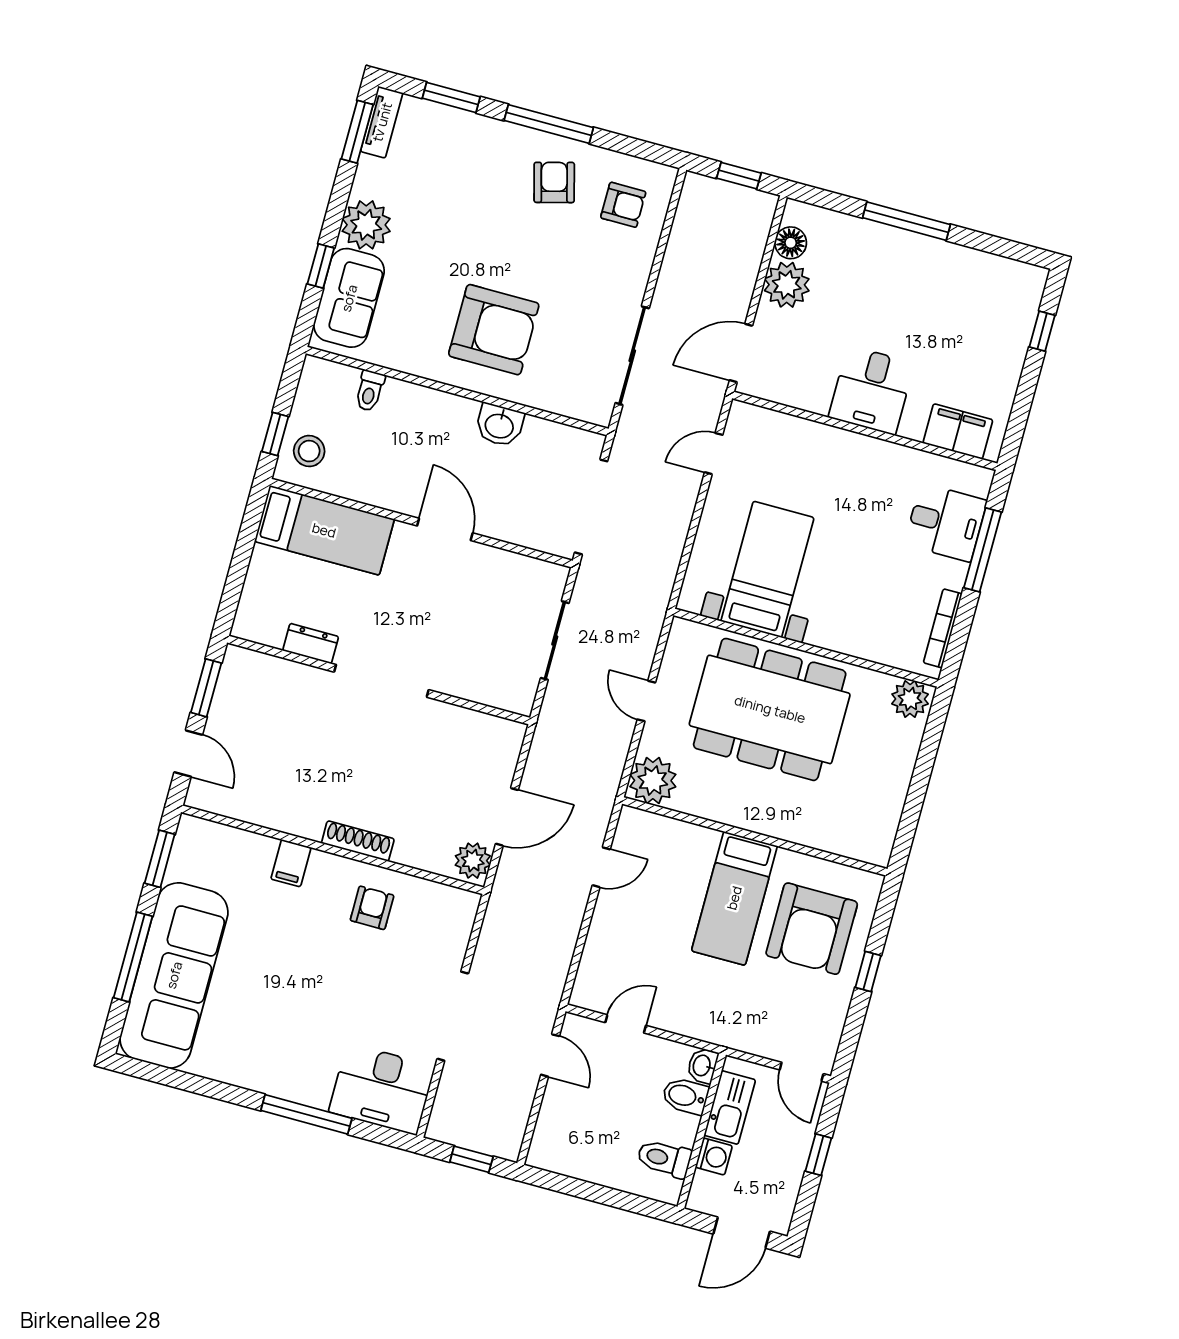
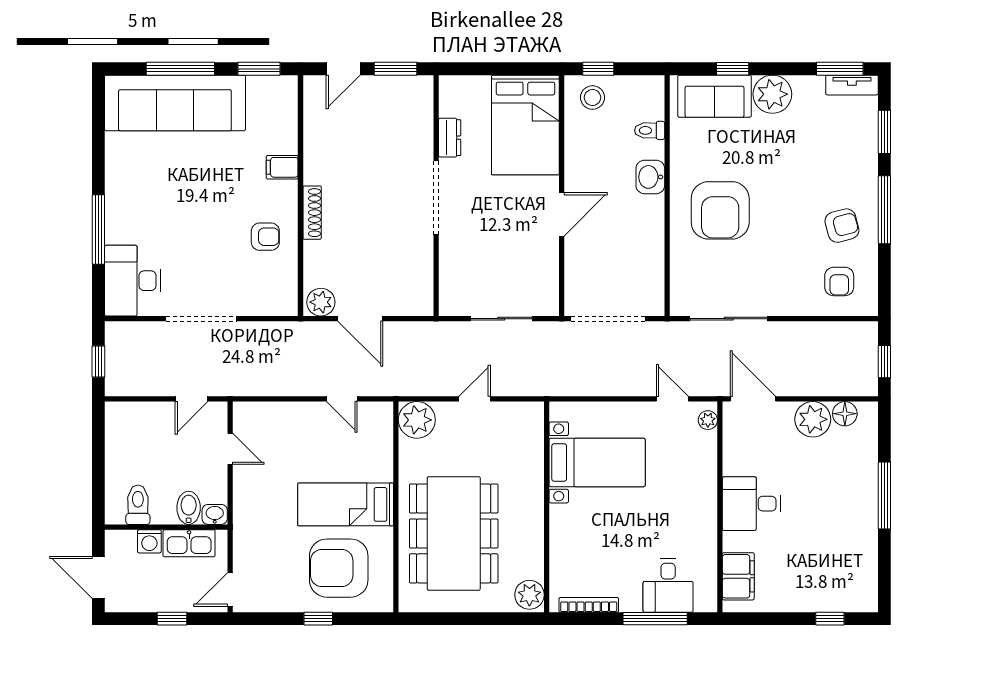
plant: (752, 416) -> (708, 420), added
washbasin: (499, 425) -> (650, 177), moved
bed: (324, 530) -> (525, 125), width x1.50
dining table: (770, 709) -> (454, 533), moved

